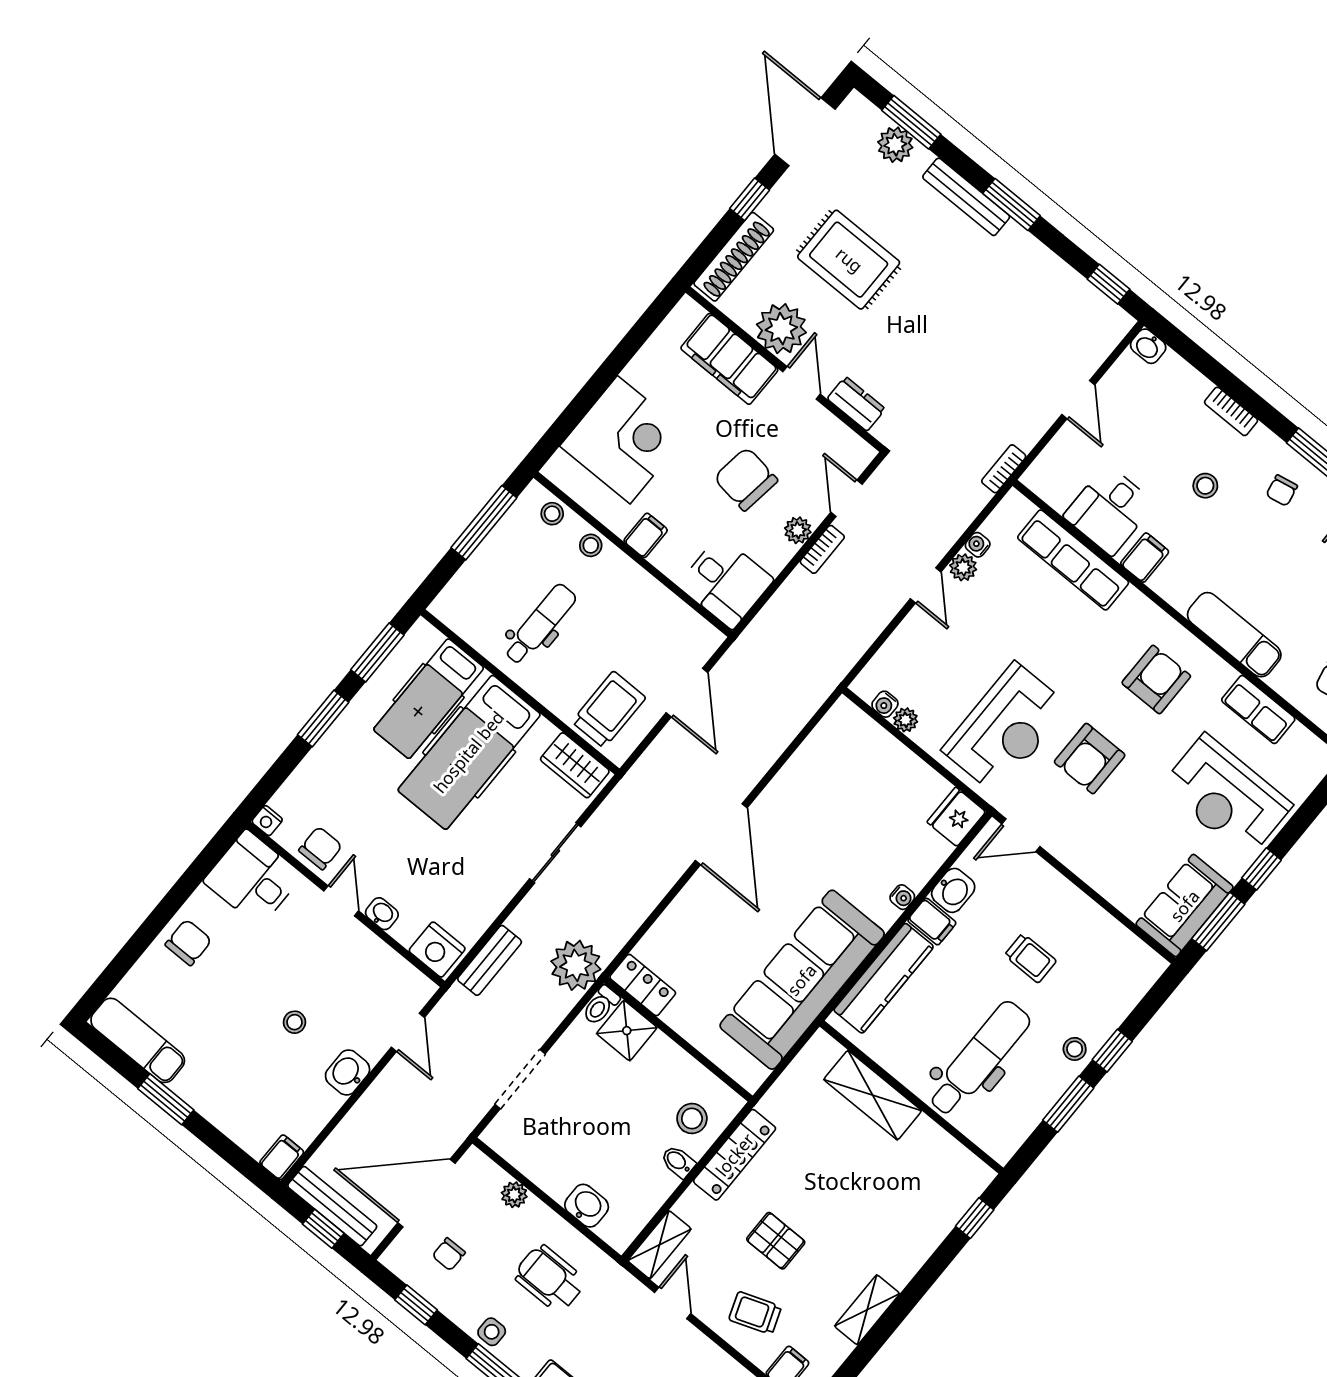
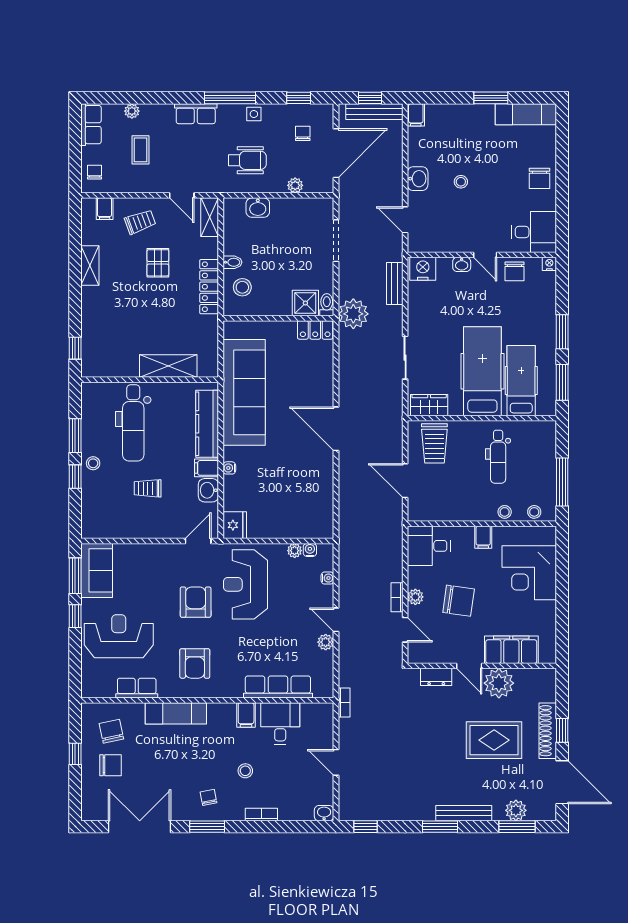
shoe rack: (734, 257) -> (548, 731), moved
water cooler: (978, 545) -> (327, 578), moved
pallet: (776, 1241) -> (158, 263), turned 90

